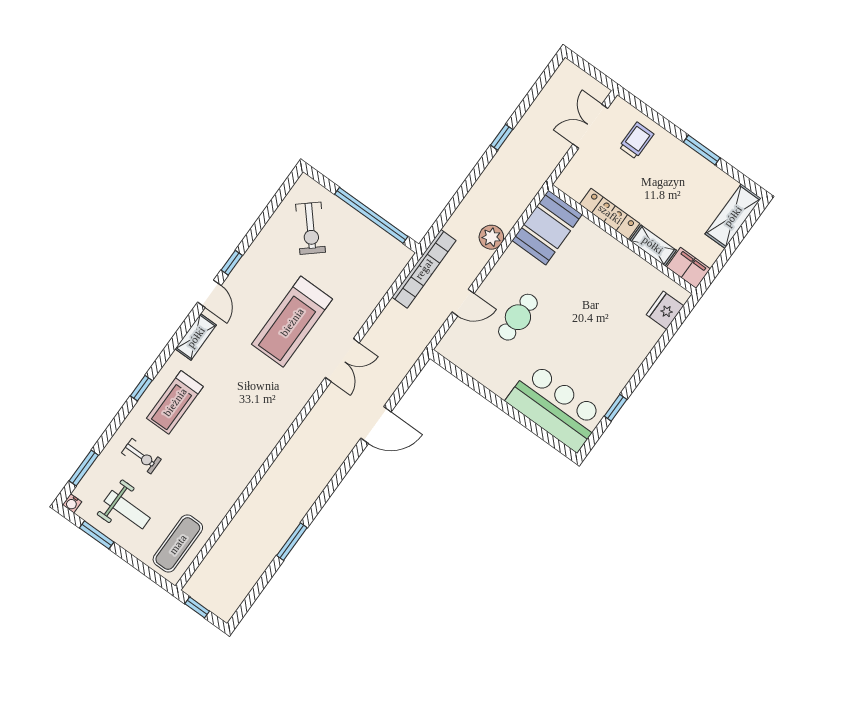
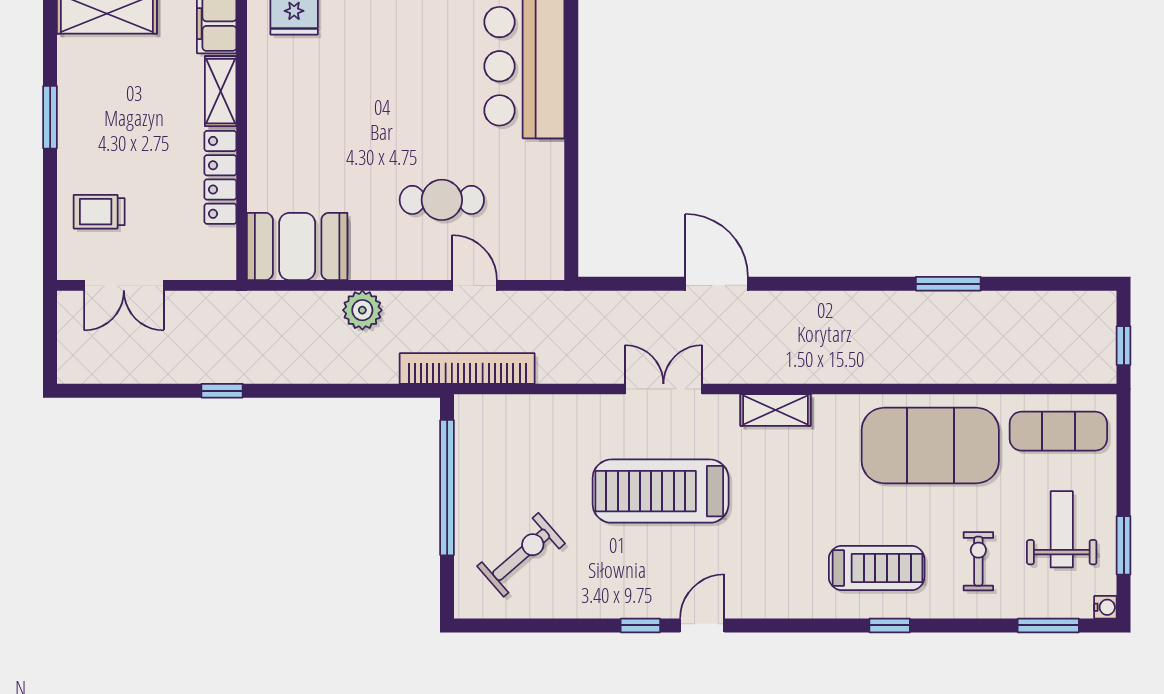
treadmill: (292, 322) -> (661, 491), turned 180
shelving: (196, 337) -> (775, 410), moved
exercise mat: (217, 474) -> (930, 445), added

